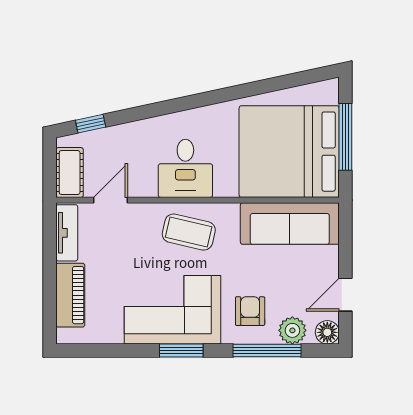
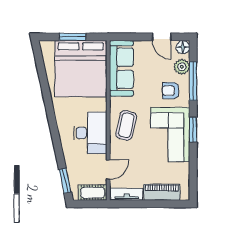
window: (91, 124) -> (65, 181), width x1.50
window: (345, 137) -> (73, 37), width x0.69
desk: (185, 168) -> (90, 133), width x1.37
door: (110, 200) -> (108, 170), swing flipped

